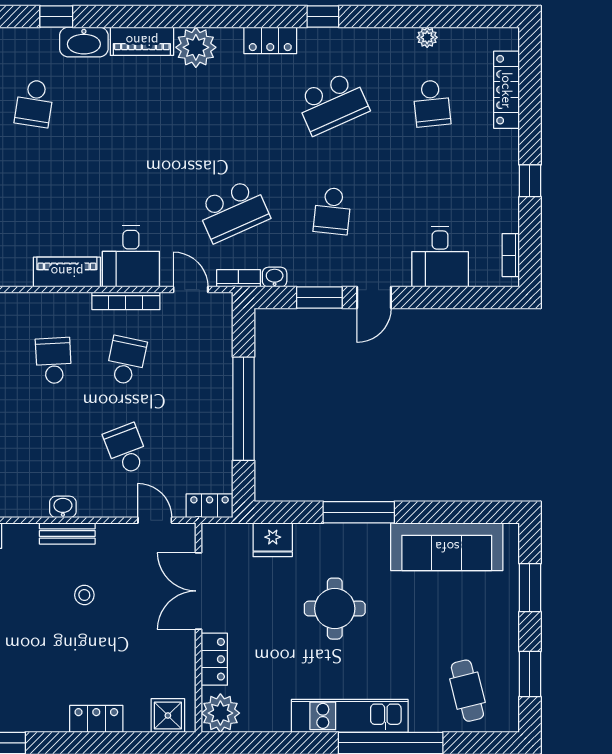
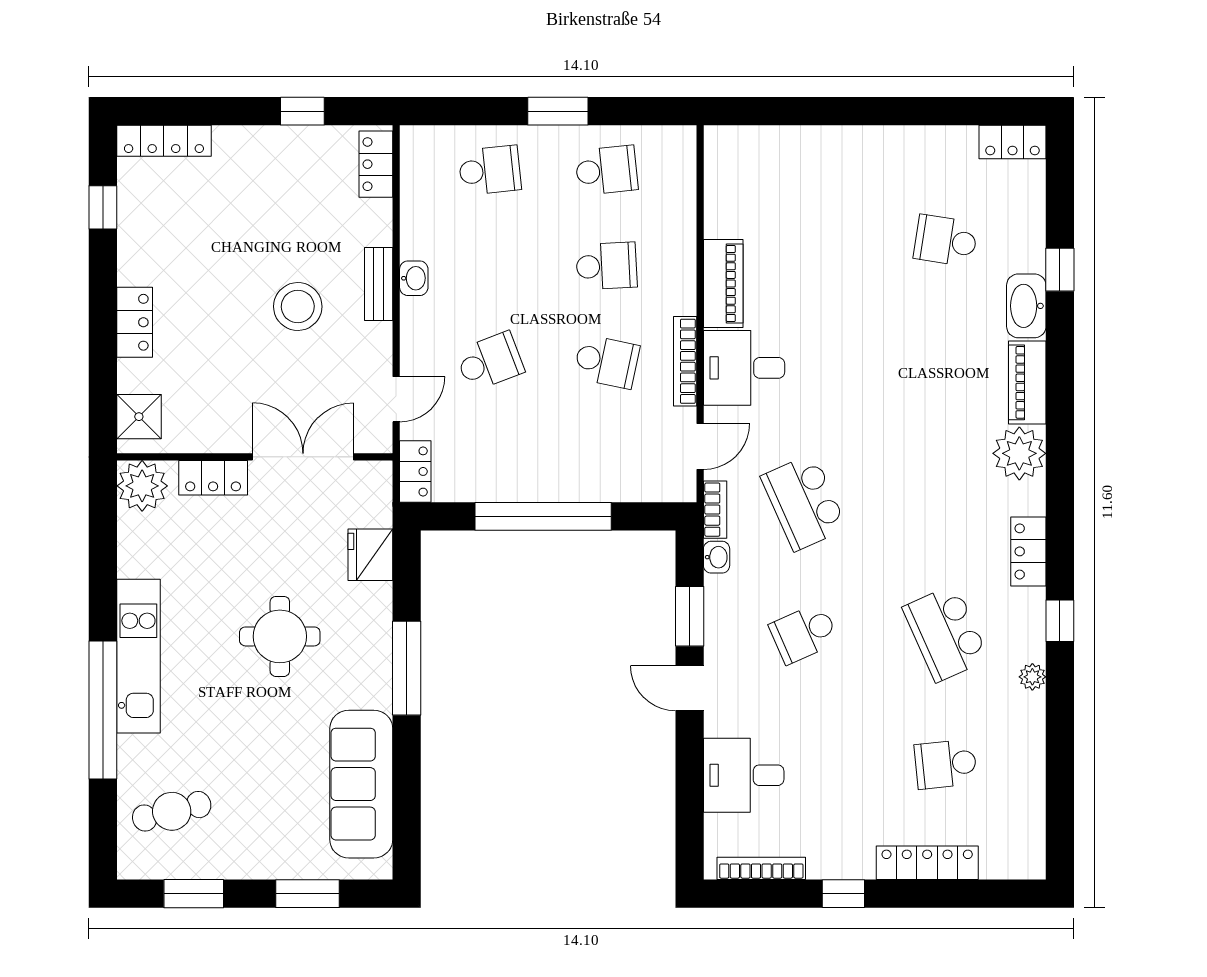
plant: (427, 37) -> (1032, 677), moved
locker: (507, 90) -> (927, 863), moved
school desk: (332, 211) -> (804, 633), turned -30
bookcase: (511, 255) -> (761, 868), width x1.56
stool: (84, 595) -> (298, 307), width x1.89, depth x1.89

